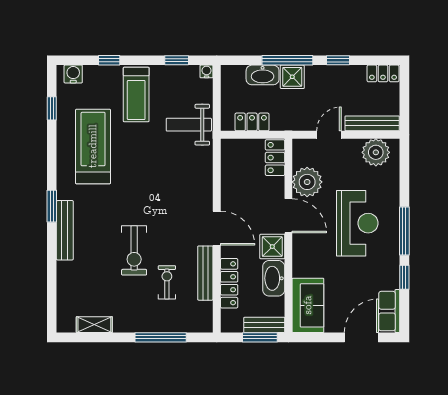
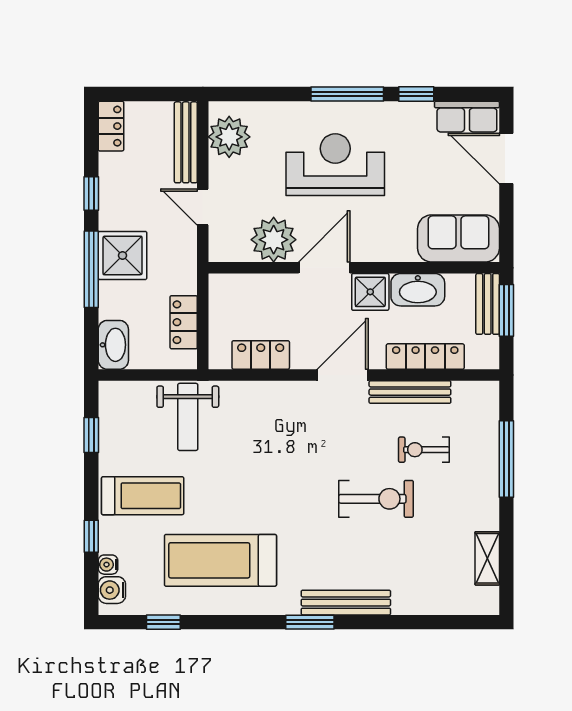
water cooler: (207, 71) -> (108, 565), moved
washbasin: (263, 75) -> (113, 345), moved
shower: (292, 77) -> (123, 255), width x1.36, depth x1.36
locker: (275, 158) -> (261, 355), moved, turned 180

